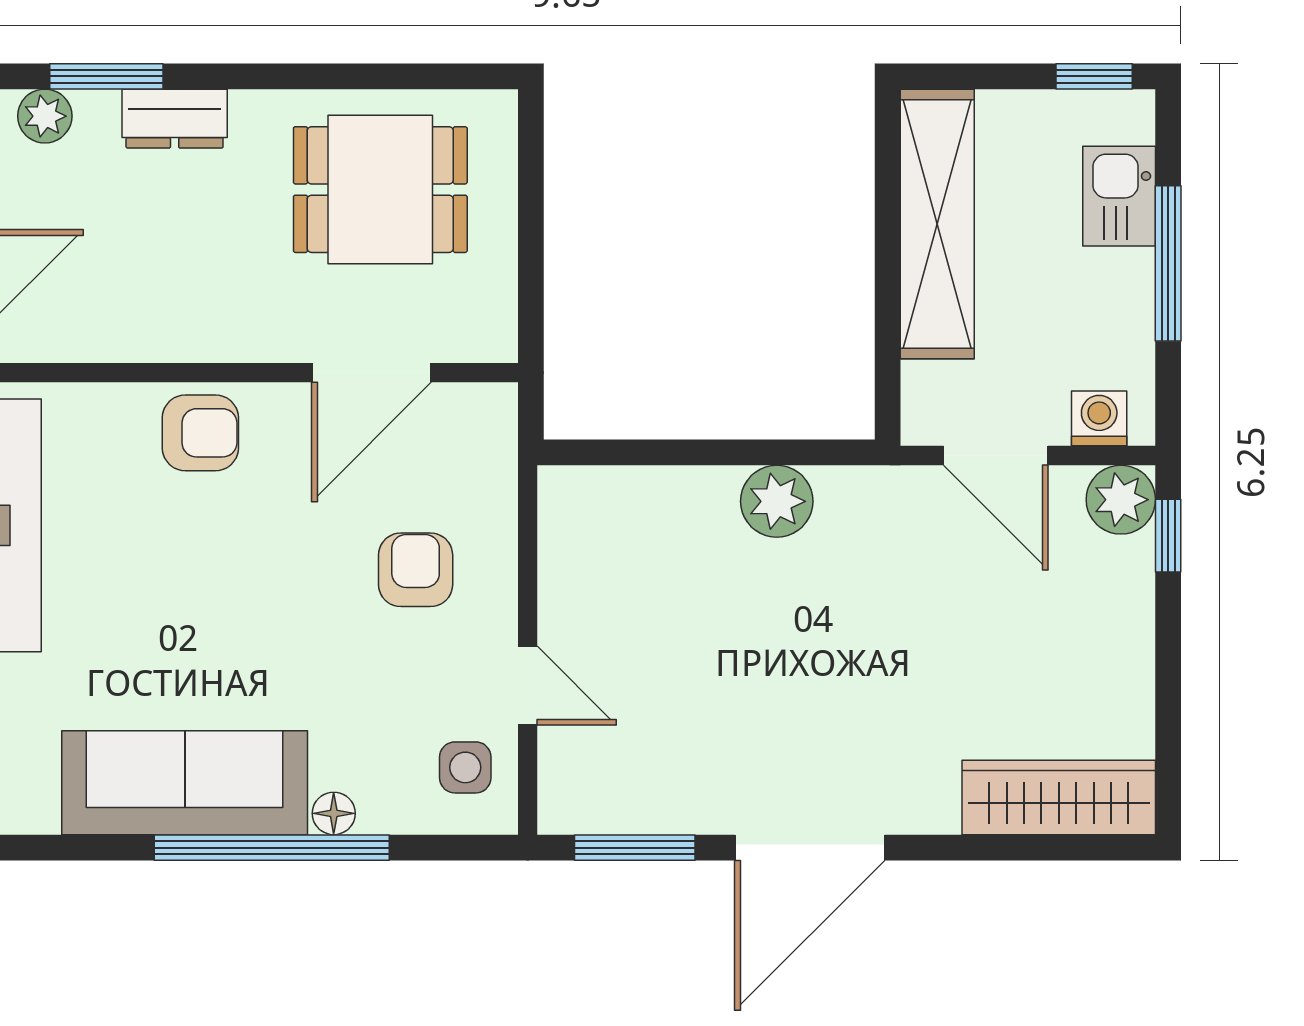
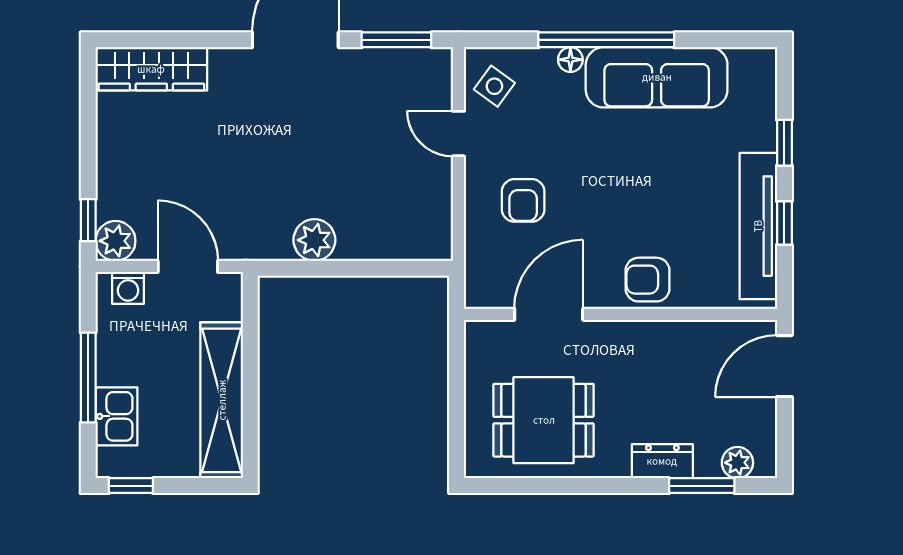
side table: (465, 767) -> (494, 86), turned 36

